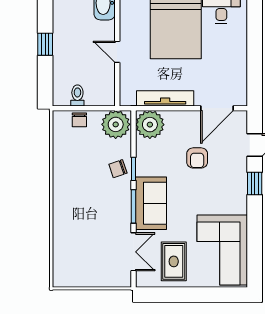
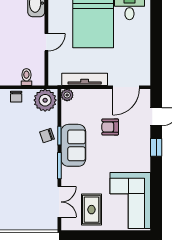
door: (117, 52) -> (46, 42), swing flipped
toilet: (77, 95) -> (26, 77), moved
plant: (150, 125) -> (67, 95), width x0.53, depth x0.53
armchair: (197, 158) -> (110, 127), turned 90
sofa: (151, 203) -> (73, 145), moved

